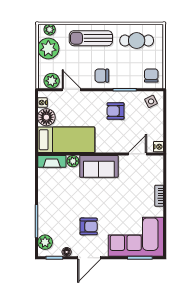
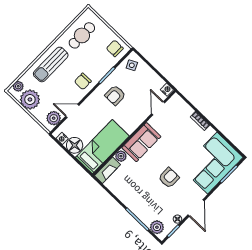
armchair: (89, 226) -> (169, 178), moved

